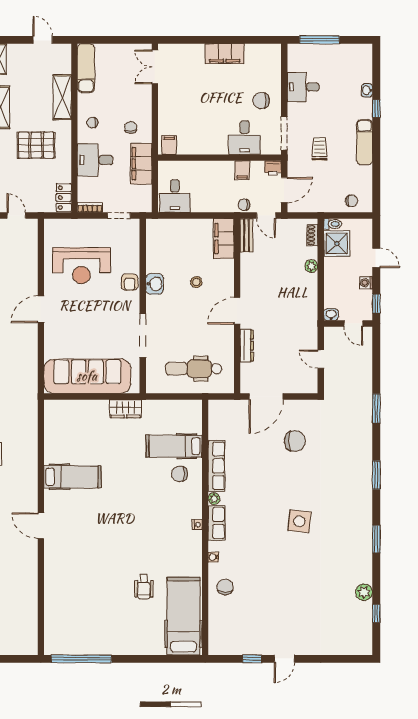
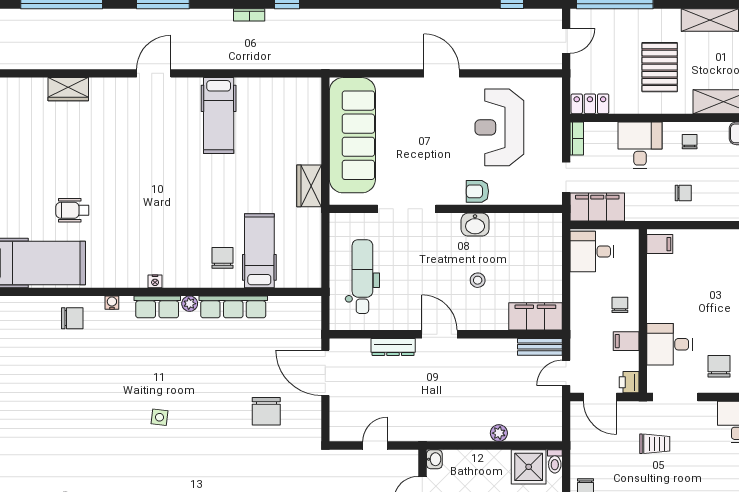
filing cabinet: (141, 164) -> (597, 207), moved
chair: (244, 205) -> (620, 305), moved
shoe rack: (312, 235) -> (540, 434), removed
side table: (299, 521) -> (160, 417), width x0.54, depth x0.54
wardrobe: (53, 590) -> (68, 89), added

